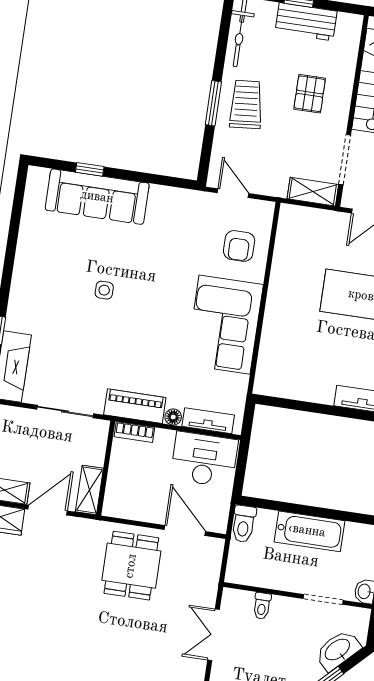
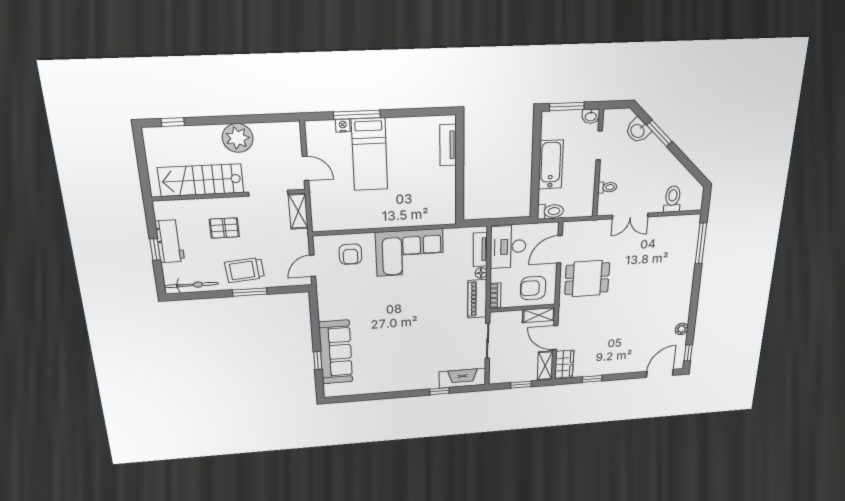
armchair: (239, 246) -> (350, 254), turned 90
side table: (104, 290) -> (400, 334), removed
armchair: (134, 487) -> (533, 288), added
washbasin: (338, 650) -> (638, 131), width x0.72

